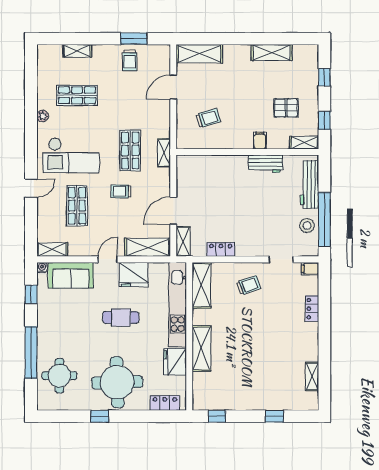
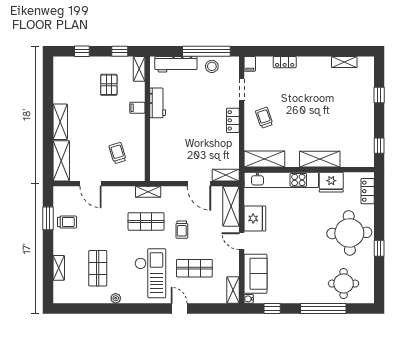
shelving: (272, 53) -> (60, 122), moved
locker: (221, 249) -> (233, 120), moved
cafe table: (121, 317) -> (292, 230), removed

